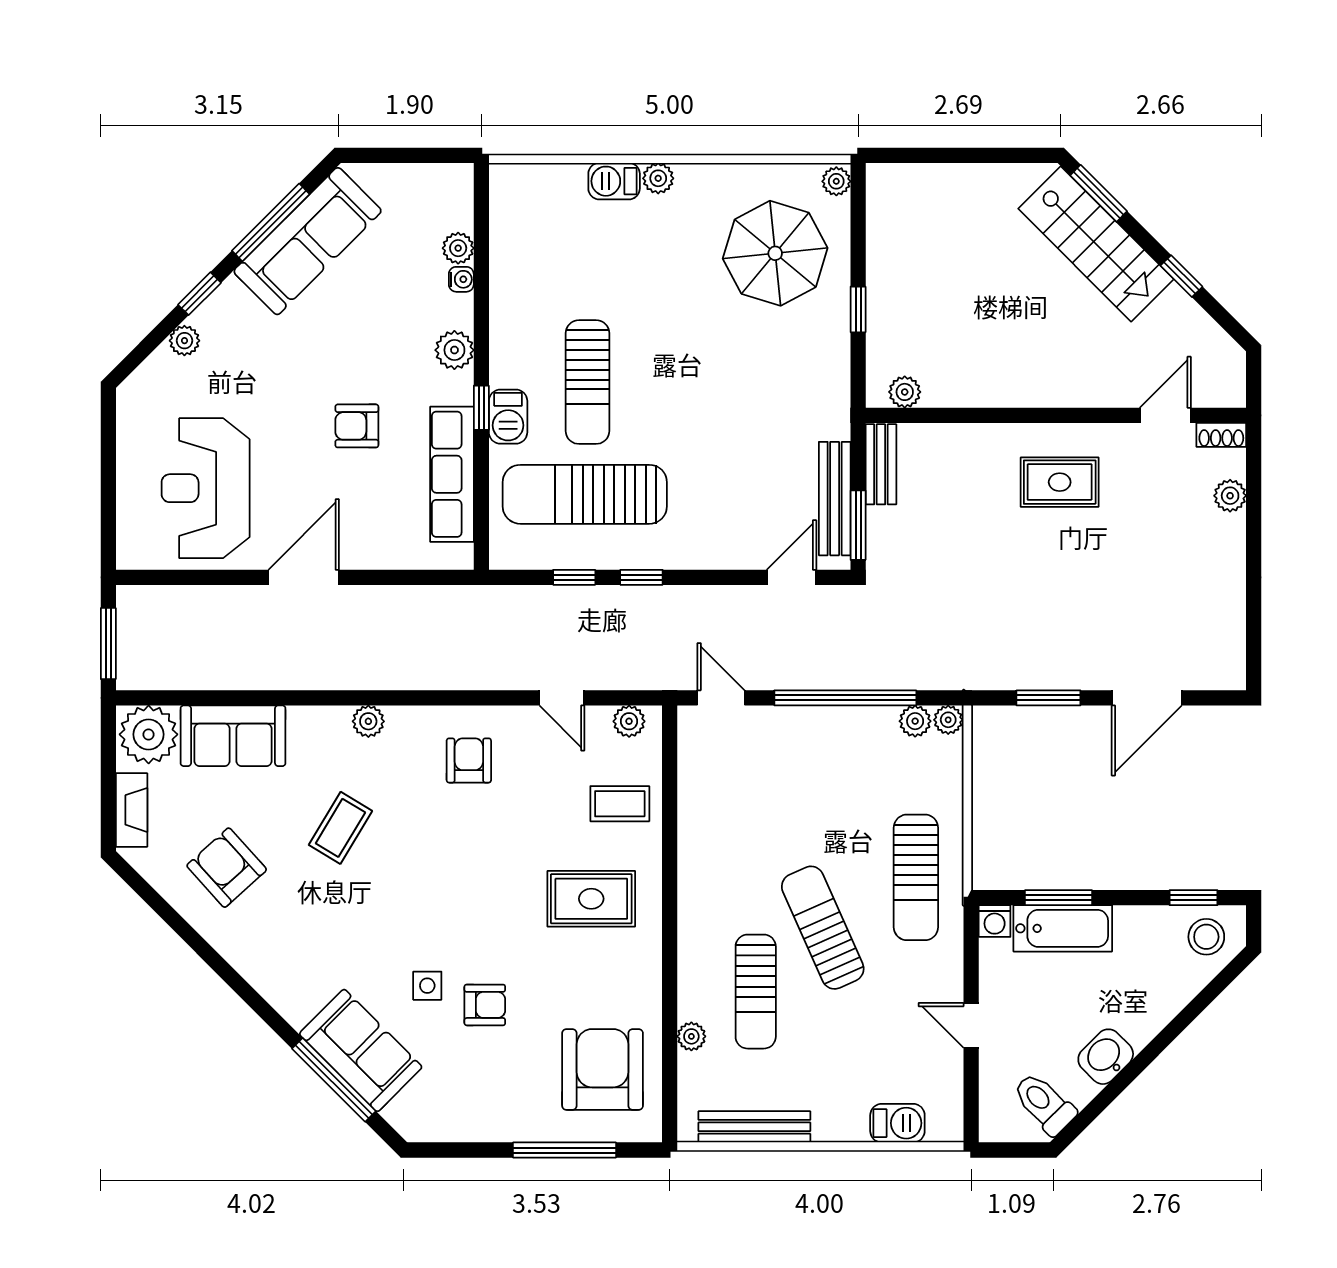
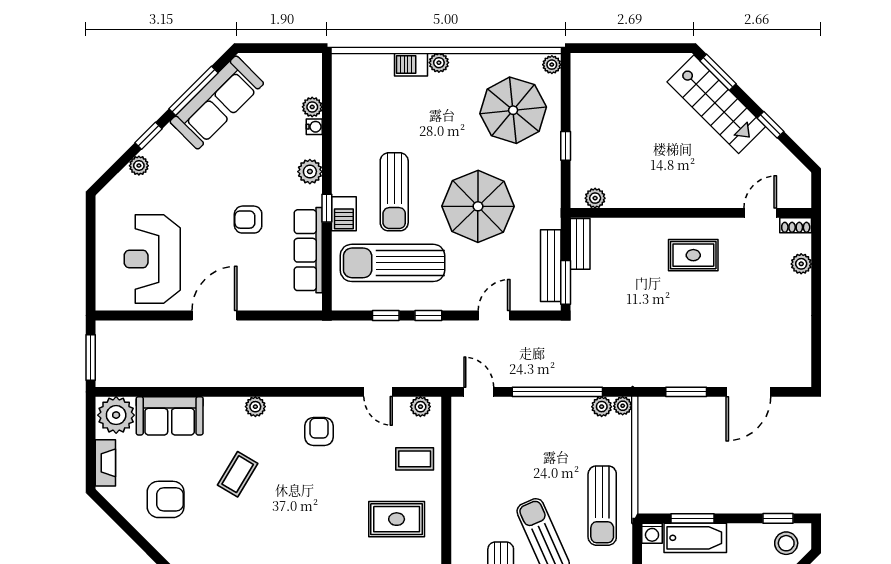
parasol: (720, 405) -> (478, 206), added
door: (791, 577) -> (494, 315), moved
armchair: (227, 868) -> (166, 499), turned 132

